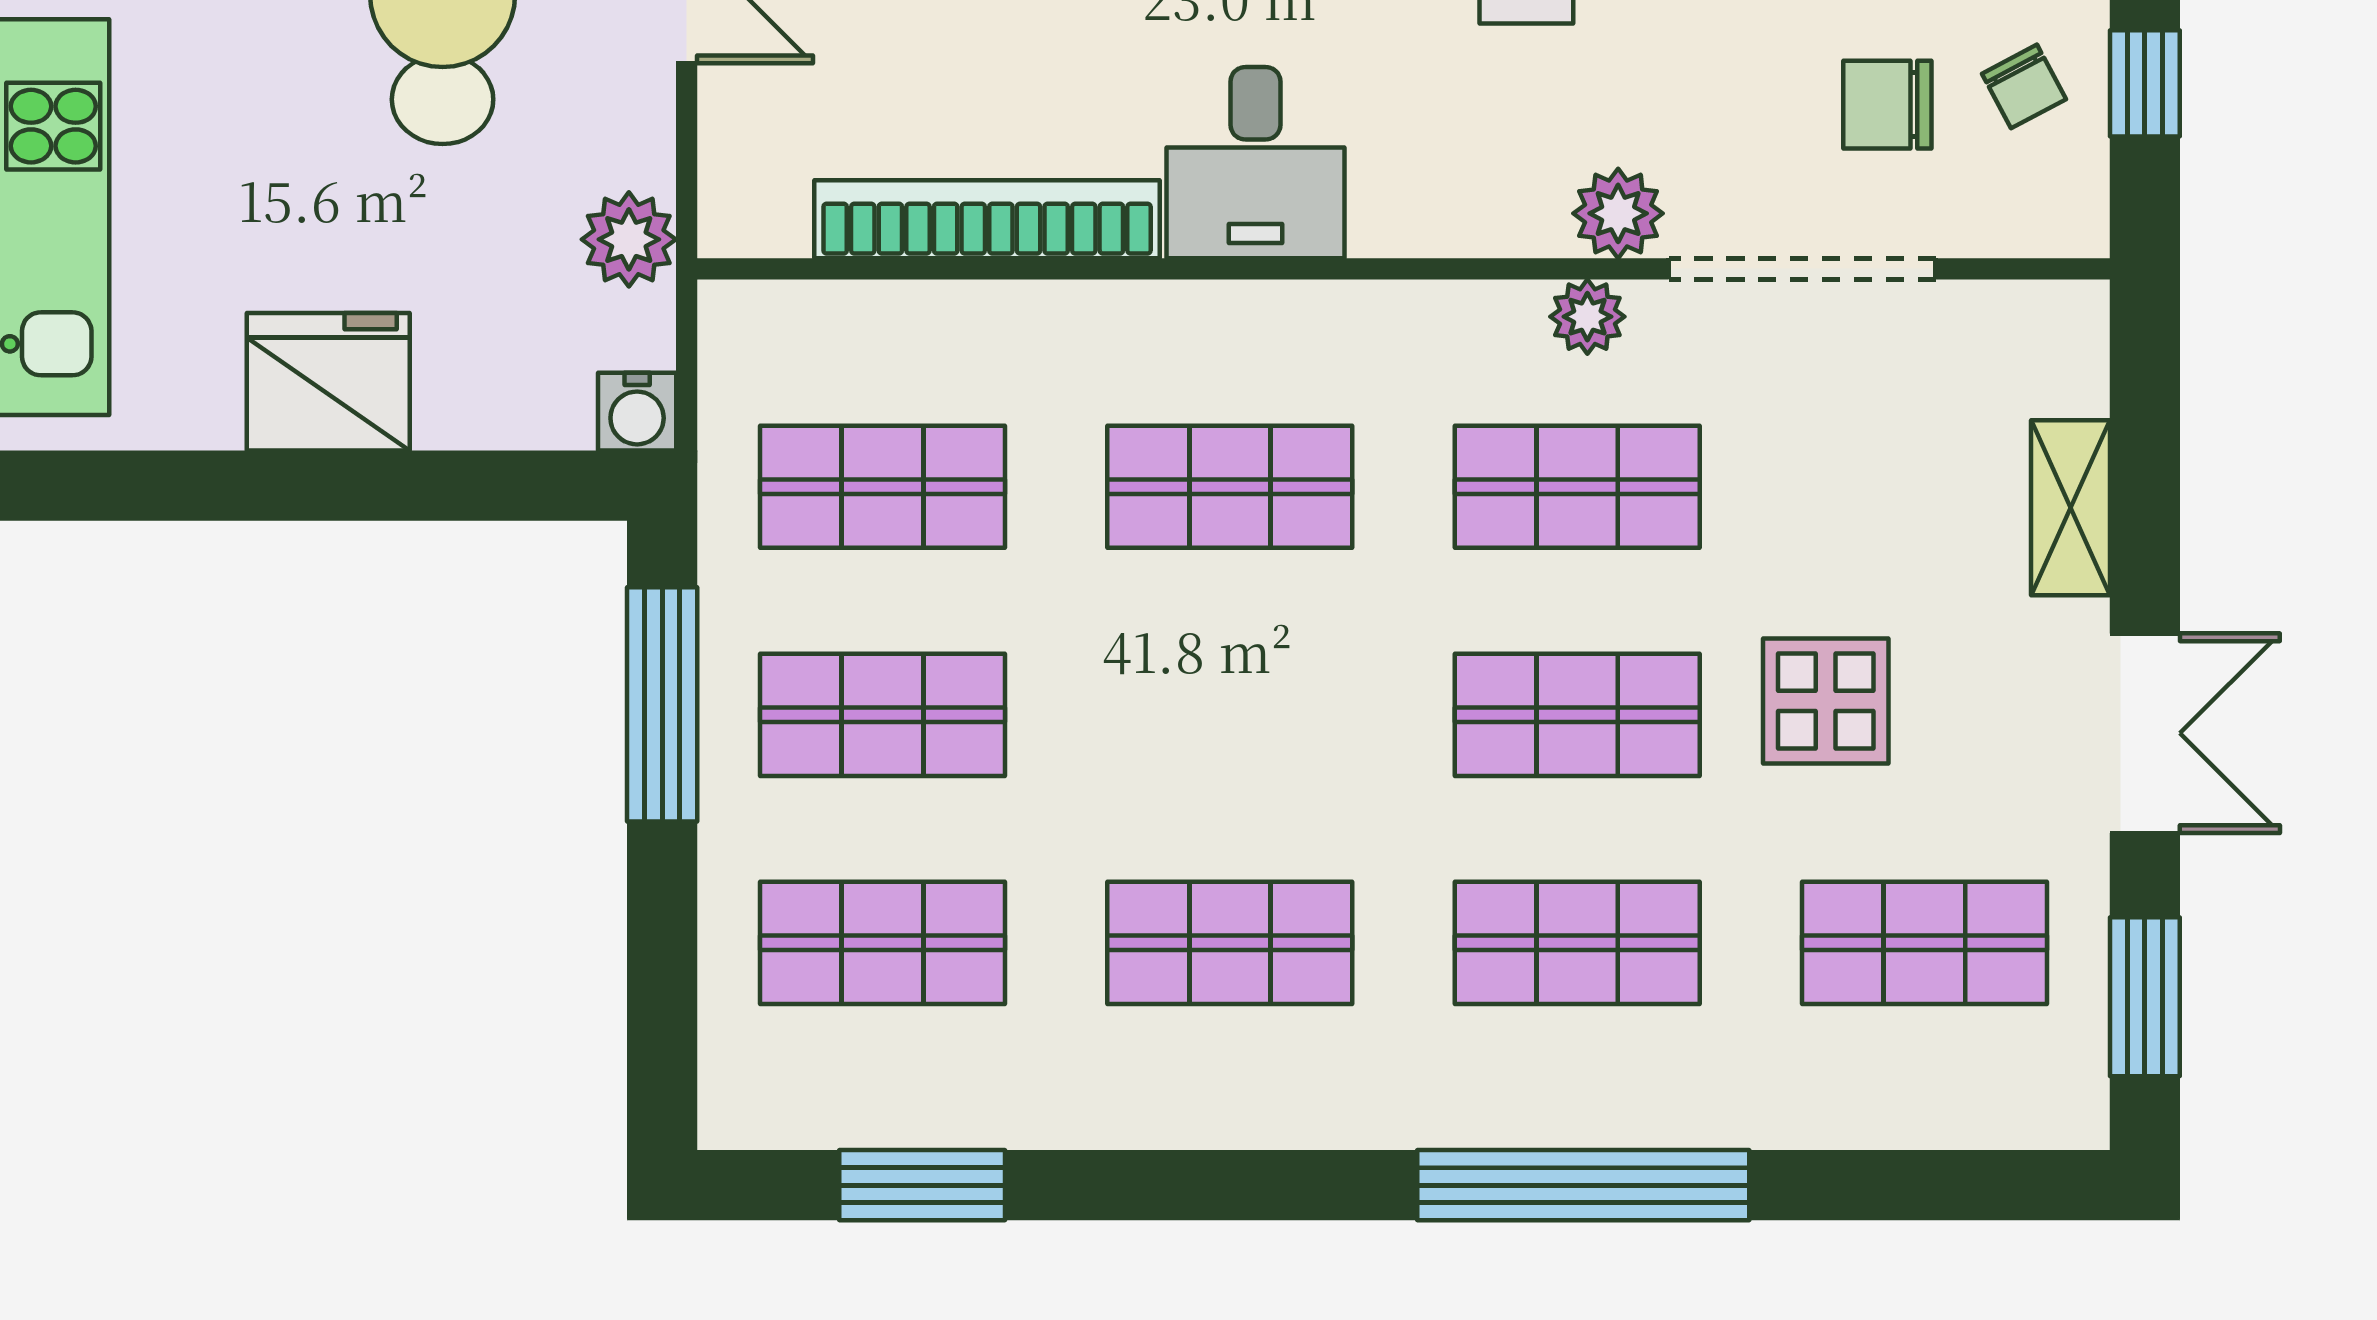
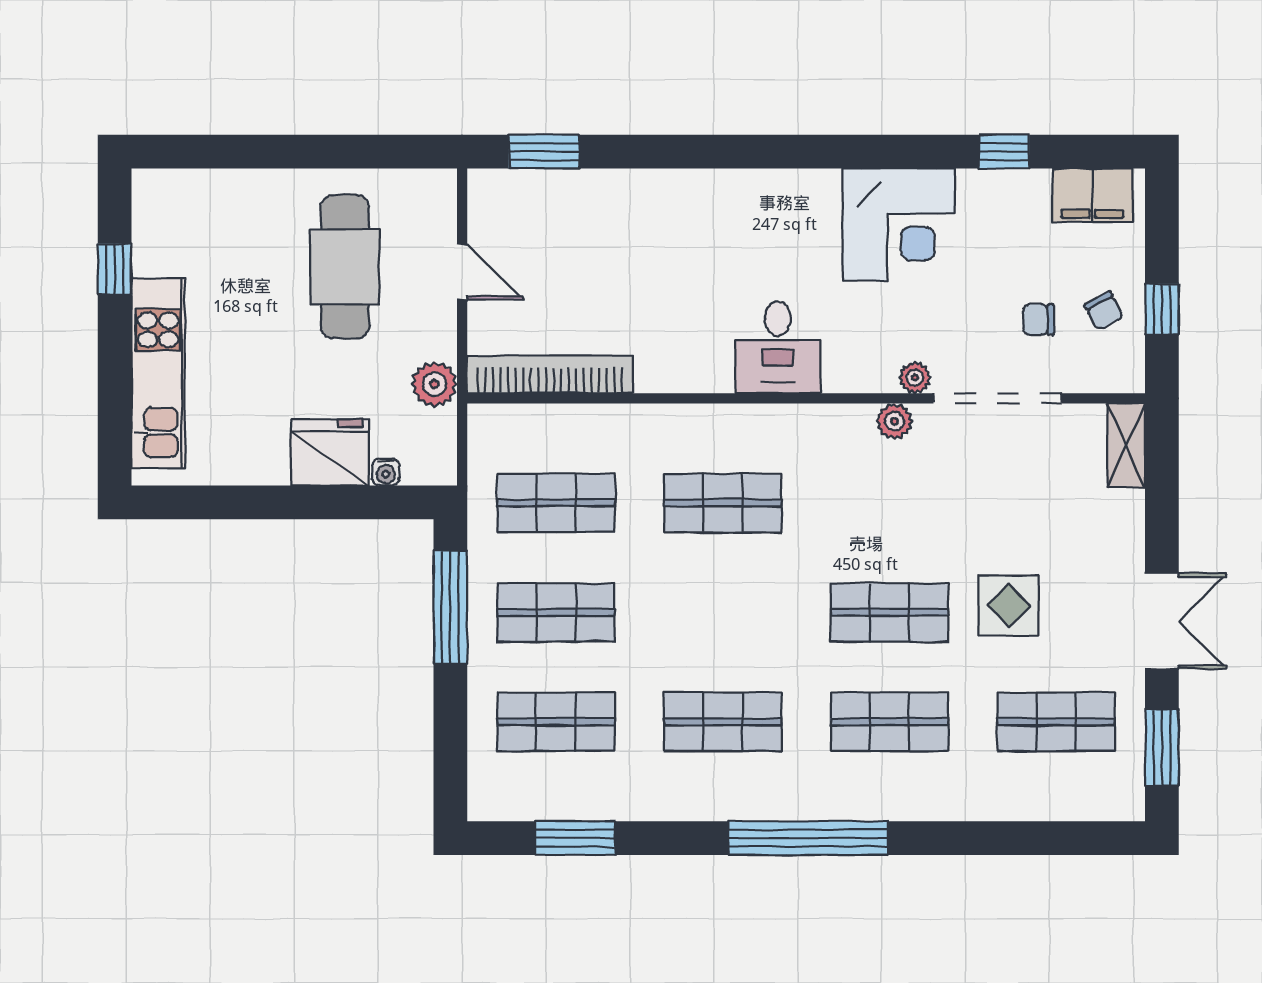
chair: (1887, 105) -> (1038, 319), width x0.73, depth x0.73
desk: (1255, 163) -> (778, 347), moved
plant: (1618, 213) -> (915, 378), width x0.73, depth x0.73
bookcase: (987, 219) -> (550, 375), moved
fridge: (328, 382) -> (330, 453), moved
water cooler: (637, 412) -> (386, 472), moved, width x0.72, depth x0.72
shop shelf: (1577, 487) -> (889, 503), removed
shelving: (2070, 508) -> (1126, 445), moved
window: (1583, 1185) -> (808, 838), moved

